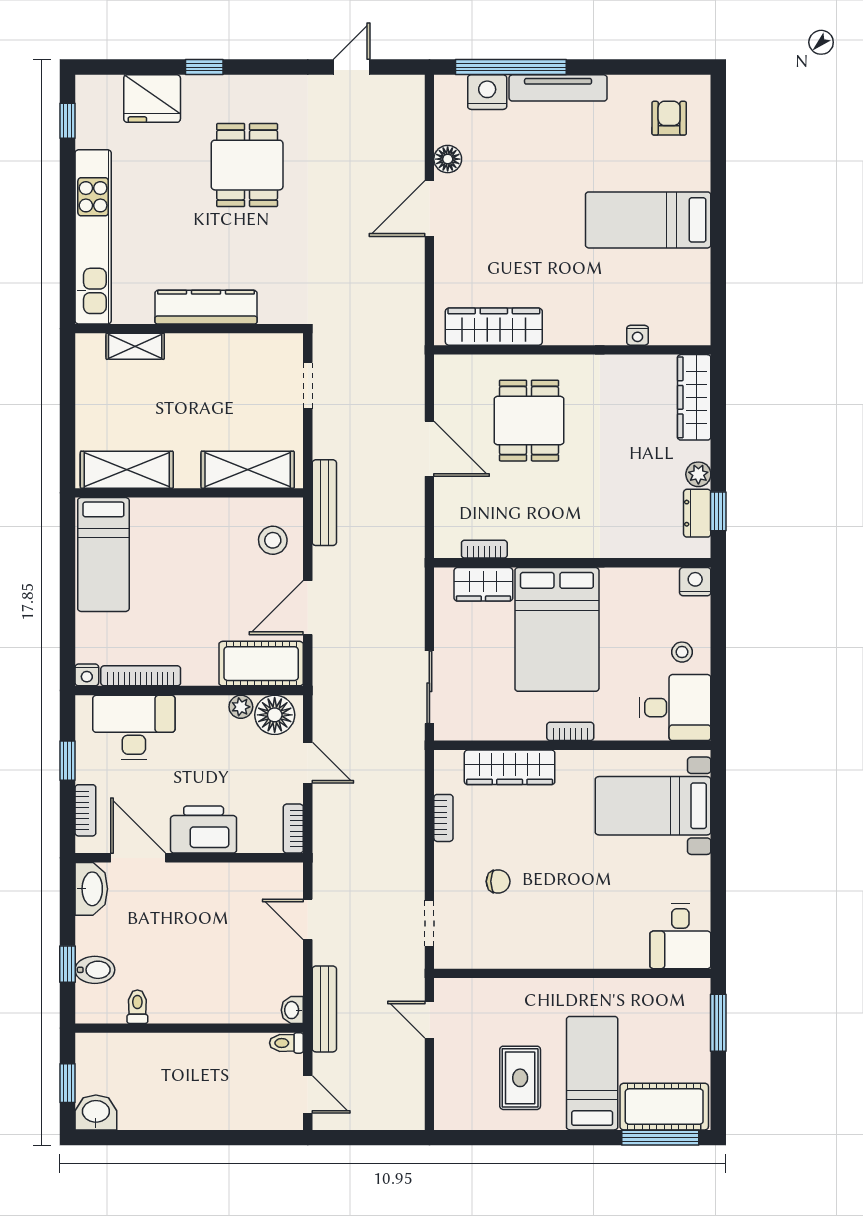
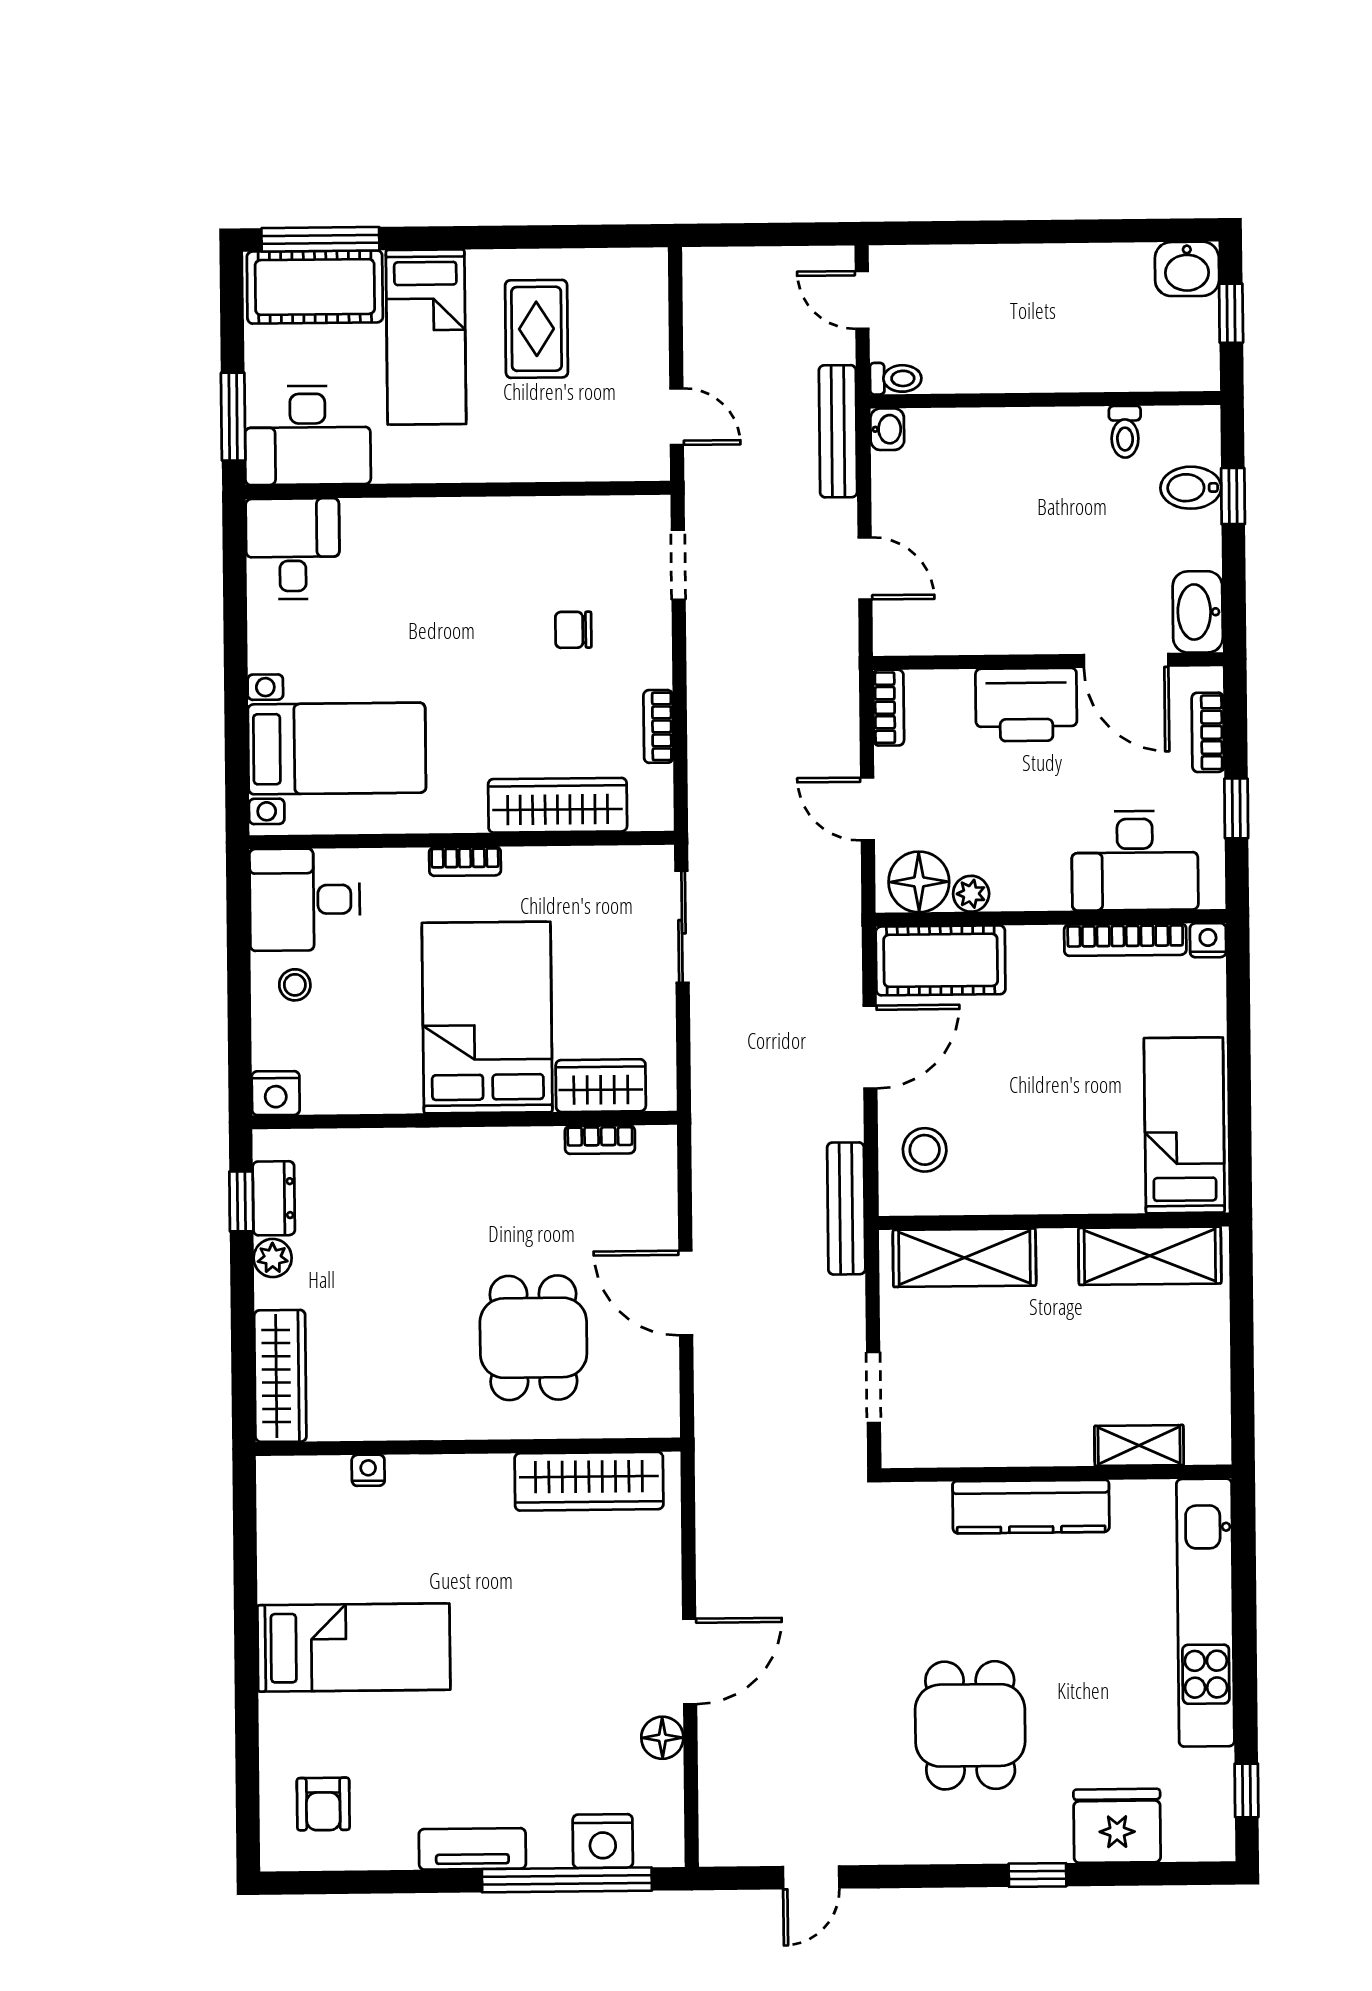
tv unit: (558, 88) -> (472, 1849), width x0.71
desk: (670, 1010) -> (308, 435), added

